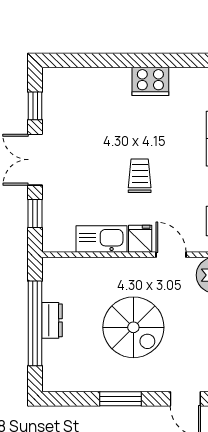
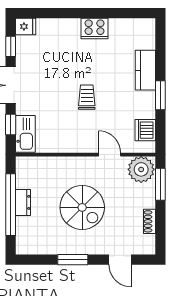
kitchen sink: (101, 239) -> (25, 134), moved, turned 90
fridge: (140, 239) -> (26, 27), moved, turned 90

